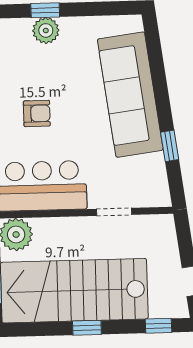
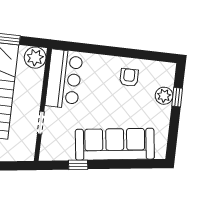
armchair: (37, 113) -> (129, 77), moved, turned 180

